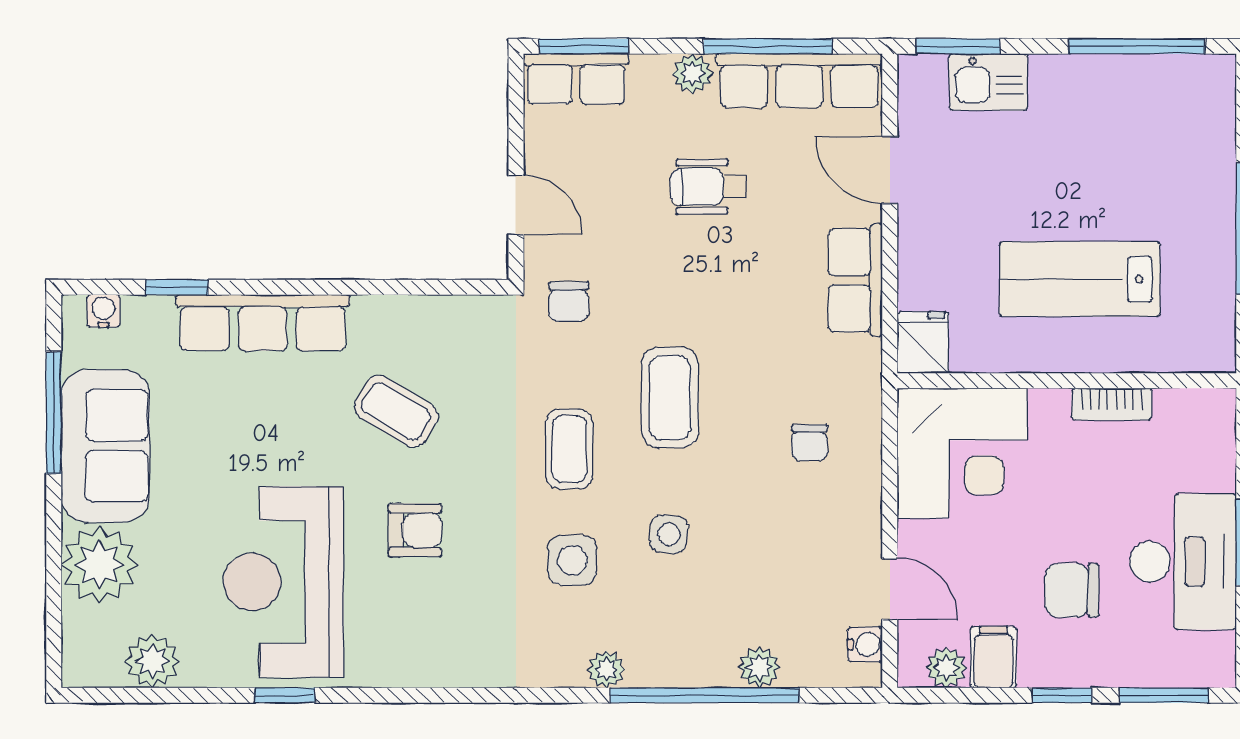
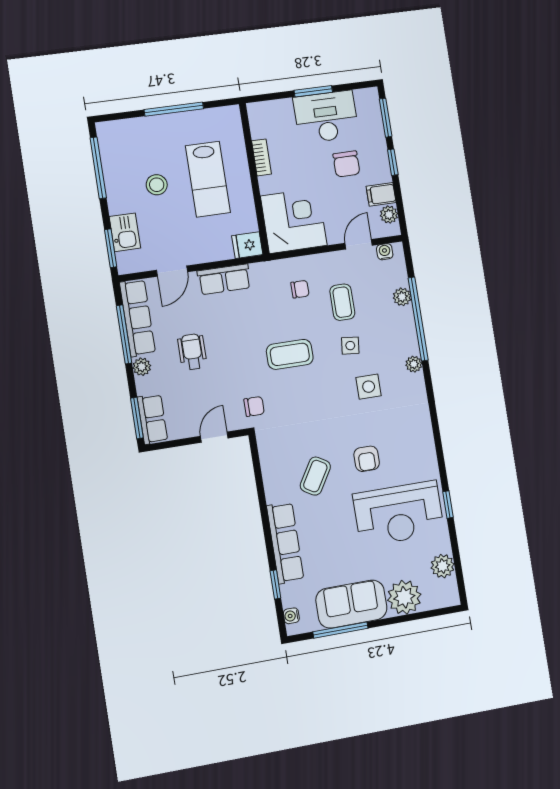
stool: (1083, 166) -> (157, 185), added
wheelchair: (708, 187) -> (192, 352), turned 180
coffee table: (569, 449) -> (342, 302), moved, turned 90
armchair: (415, 530) -> (367, 459), turned 180

